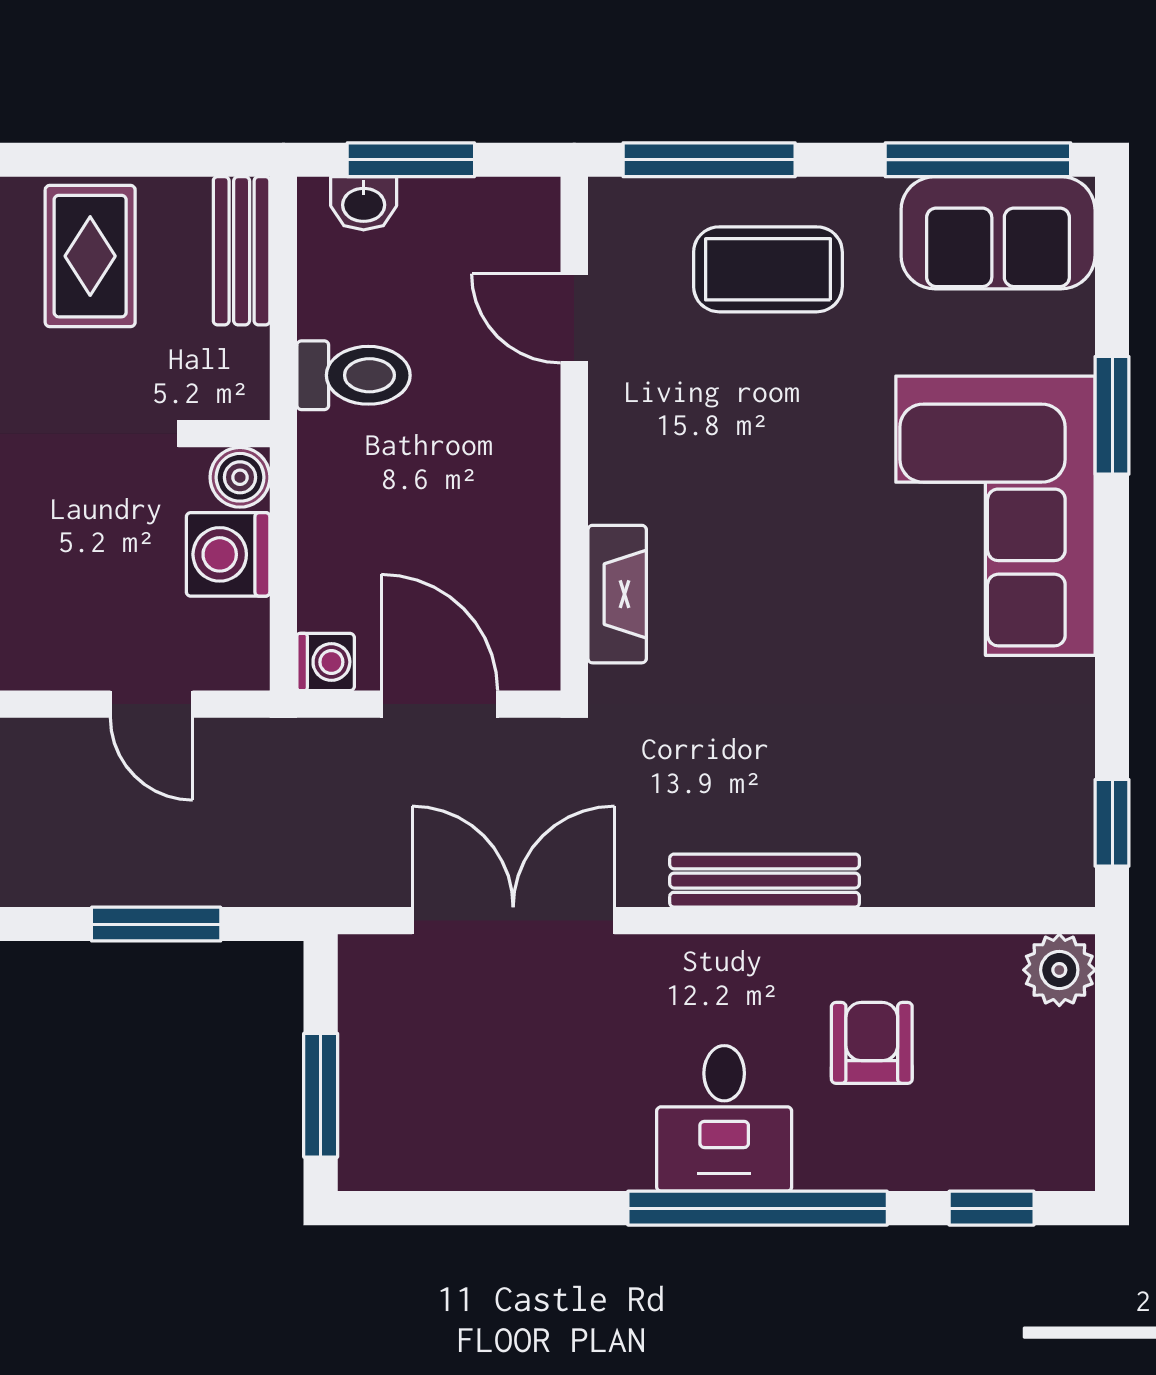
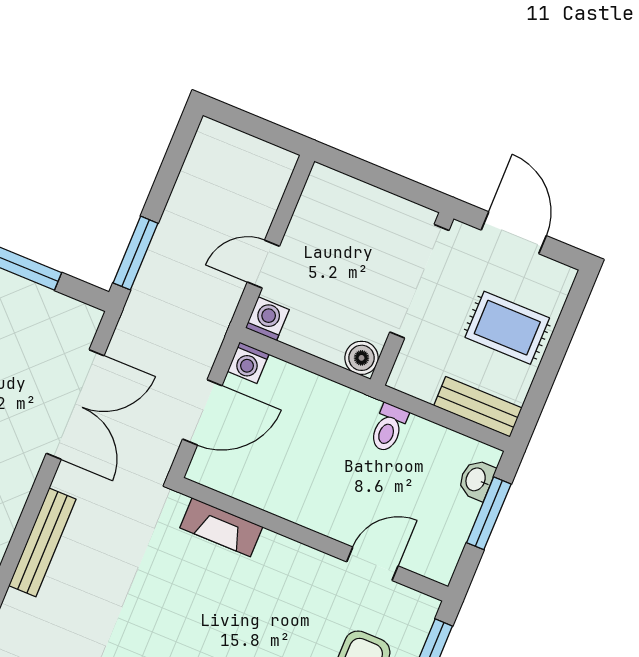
toilet: (354, 375) -> (388, 428), width x0.73, depth x0.72
washing machine: (228, 554) -> (267, 319), moved, width x0.73, depth x0.73
window: (156, 924) -> (136, 253), moved

